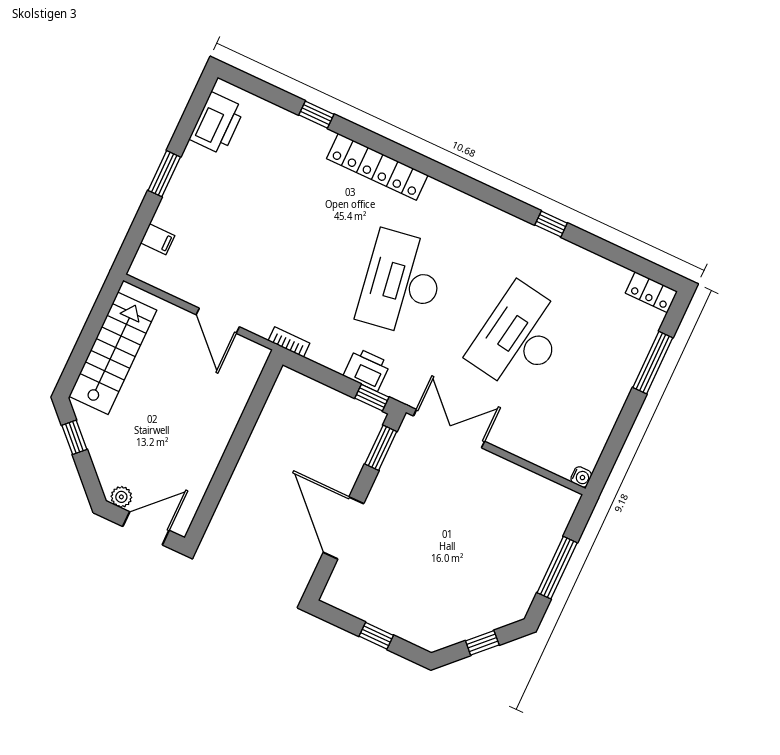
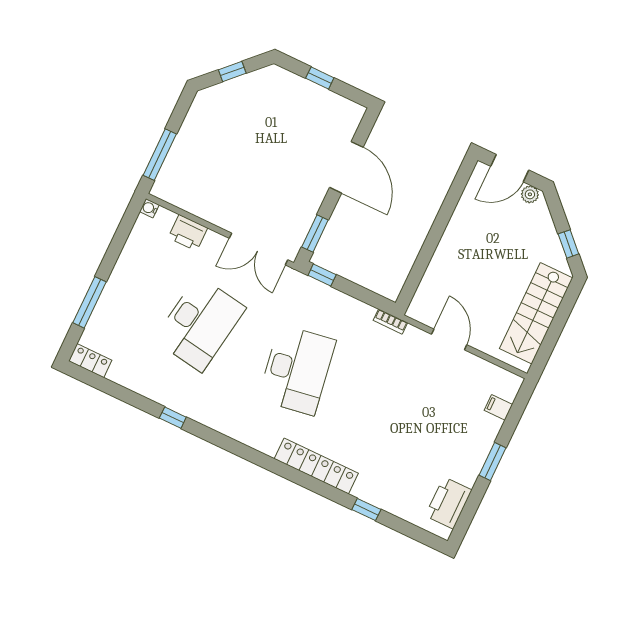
printer: (367, 369) -> (188, 233), moved
window: (557, 568) -> (160, 155), moved

